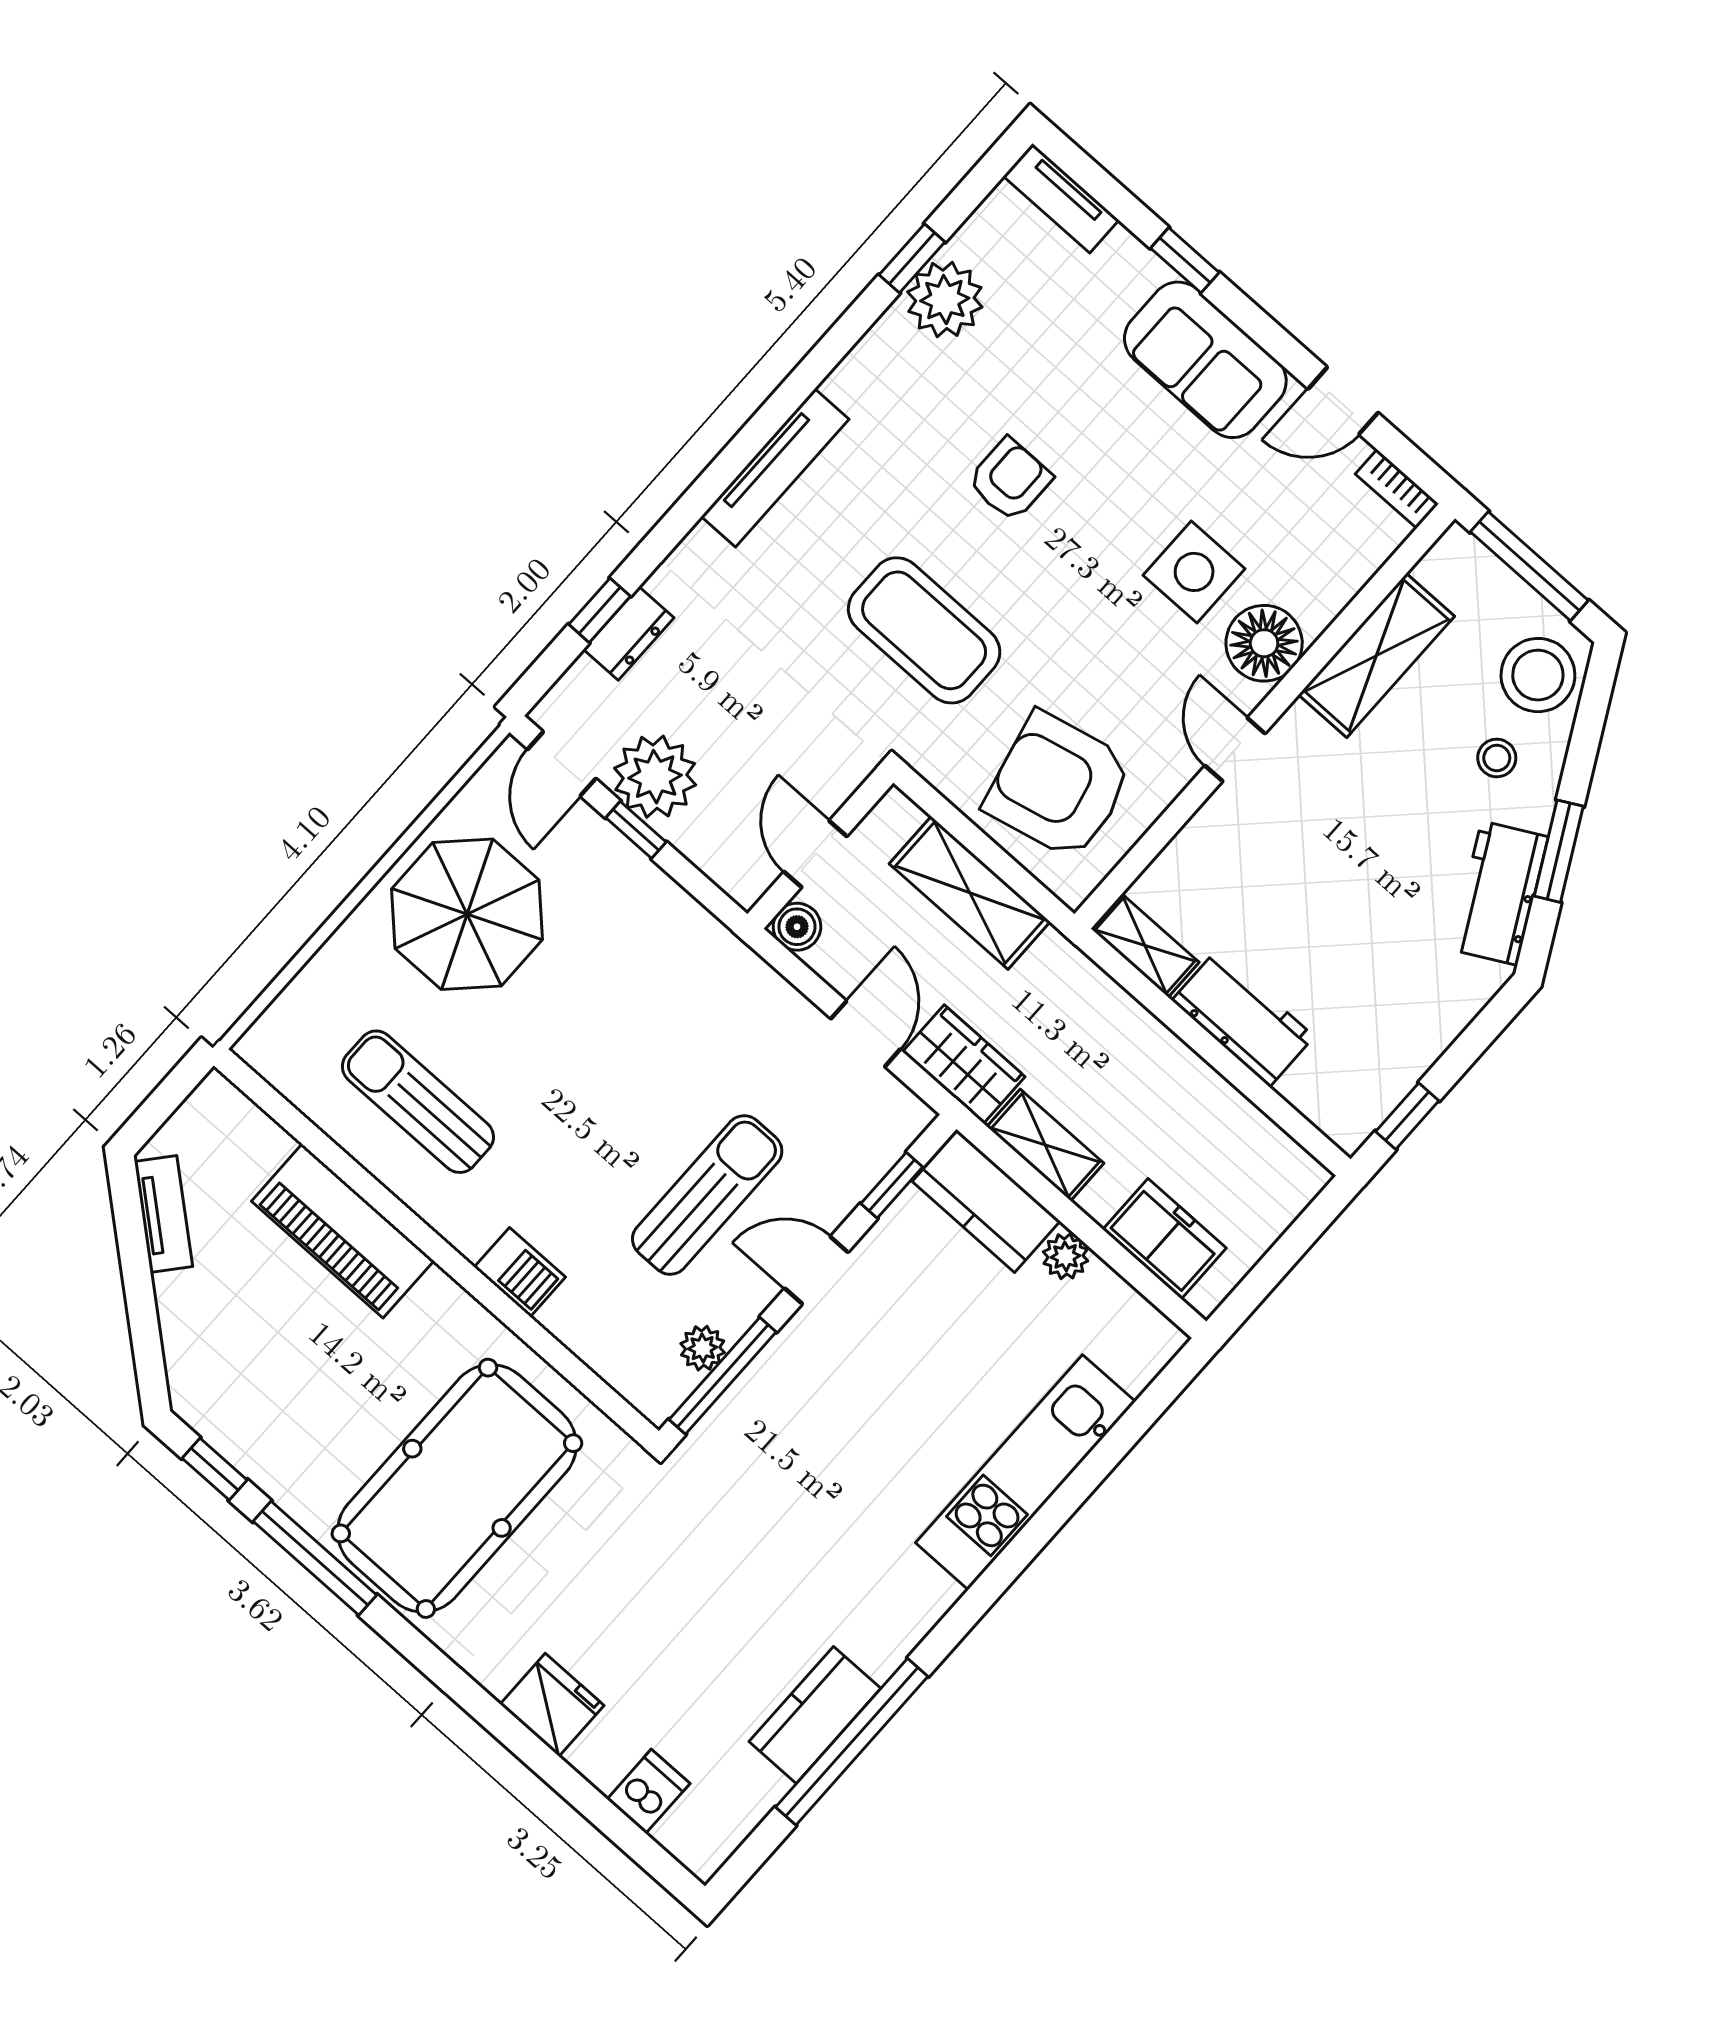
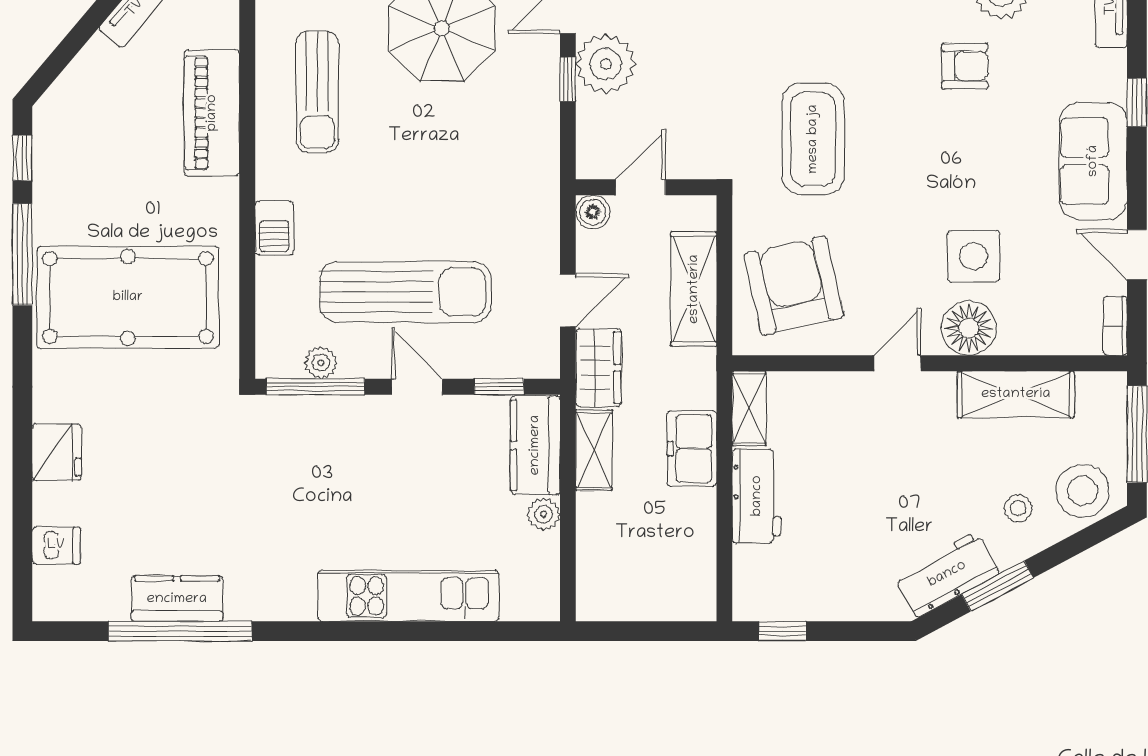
armchair: (1010, 480) -> (965, 66), moved
sun lounger: (418, 1102) -> (317, 92), turned 180
sun lounger: (707, 1195) -> (405, 292), width x1.36, depth x1.34
freezer: (1164, 1239) -> (692, 449), moved, turned 180

